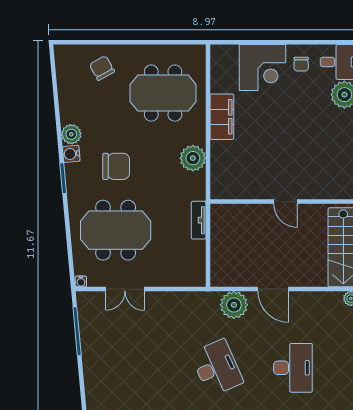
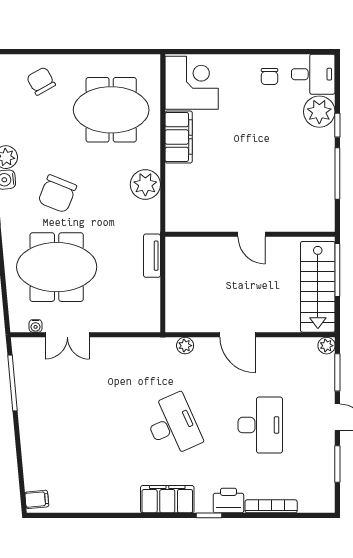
corner desk: (262, 68) -> (192, 83), moved, turned -90
chair: (116, 166) -> (57, 194), turned 112
water cooler: (81, 281) -> (36, 326), moved
plant: (234, 305) -> (185, 346), width x0.53, depth x0.53

